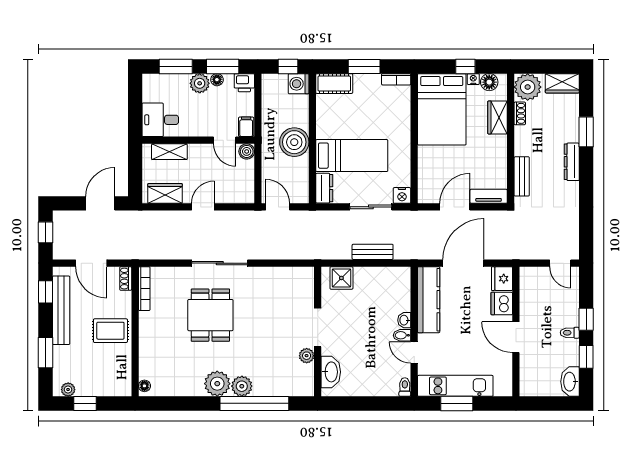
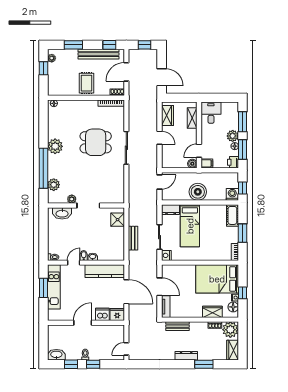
plant: (242, 386) -> (54, 185), moved

